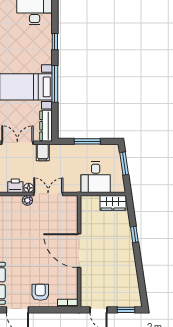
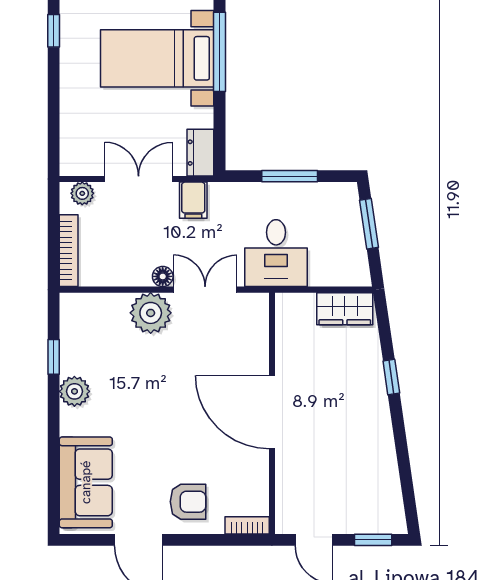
dresser: (46, 126) -> (200, 153), width x0.70
desk: (96, 177) -> (276, 253), moved
printer: (15, 186) -> (134, 272), removed
plant: (27, 200) -> (151, 313), width x1.88, depth x1.88
armchair: (40, 292) -> (188, 502), turned 90

